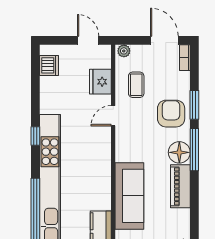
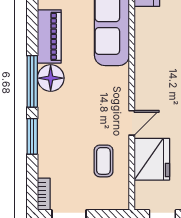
plant: (124, 51) -> (119, 203), removed
fridge: (100, 82) -> (152, 159), width x1.36, depth x1.34
armchair: (171, 114) -> (61, 126), removed

